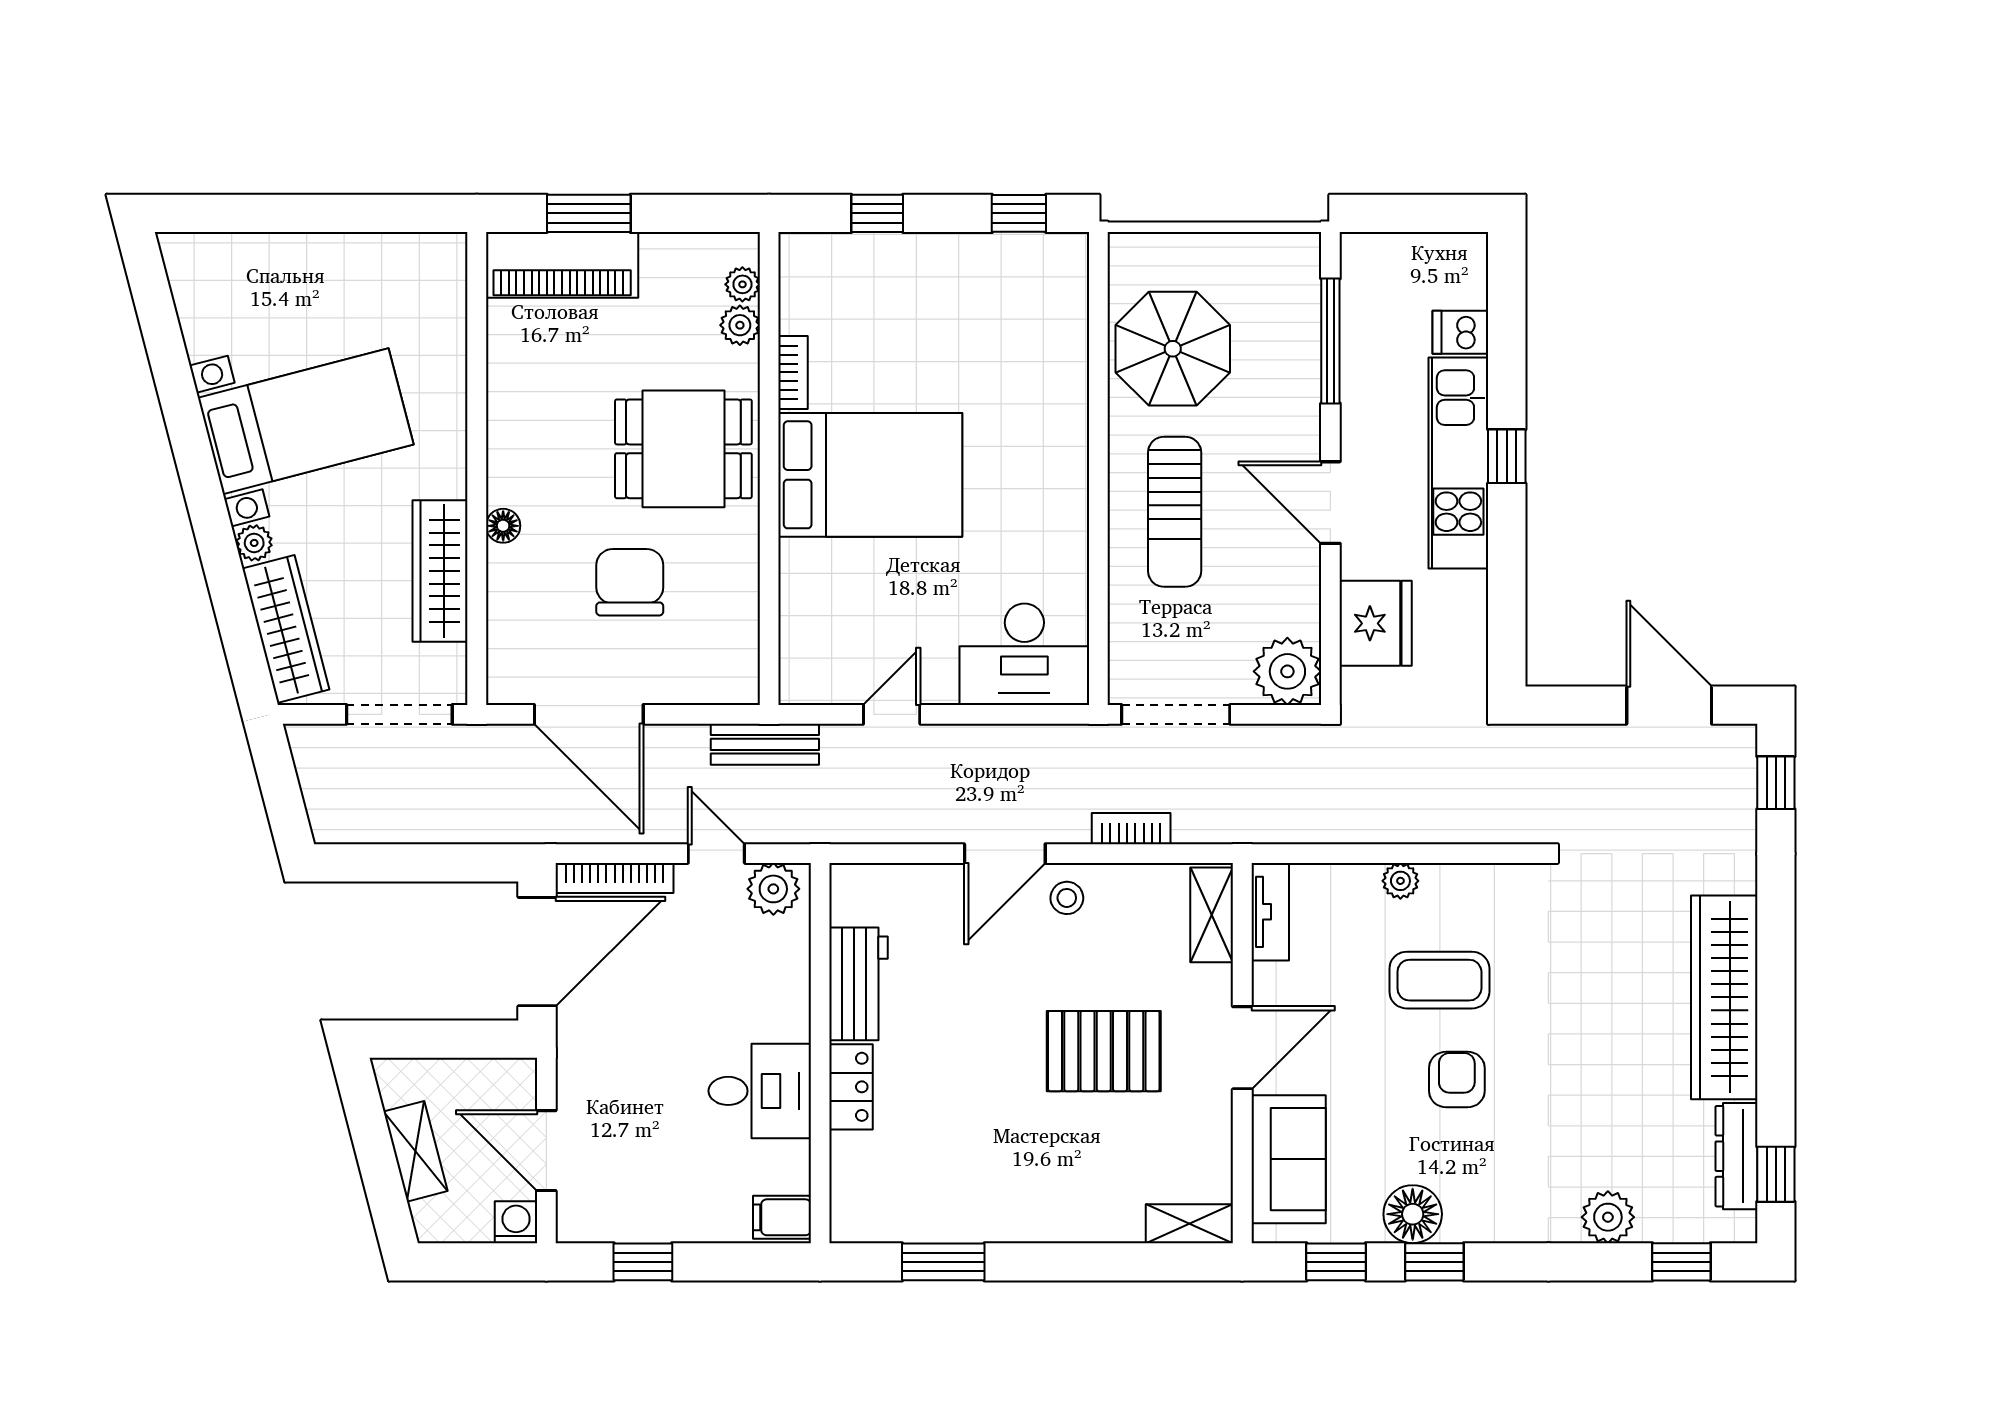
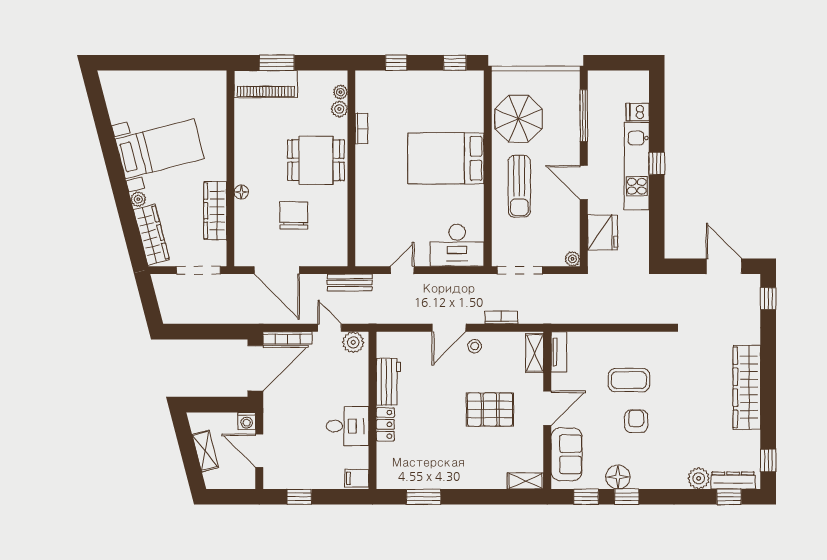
bed: (870, 475) -> (446, 158), moved, turned 180
plant: (1287, 671) -> (573, 259), width x0.53, depth x0.53
plant: (1400, 881) -> (613, 339), removed
dresser: (1736, 1156) -> (733, 480), moved, turned 90
washing machine: (516, 1222) -> (247, 421), moved, turned 180

